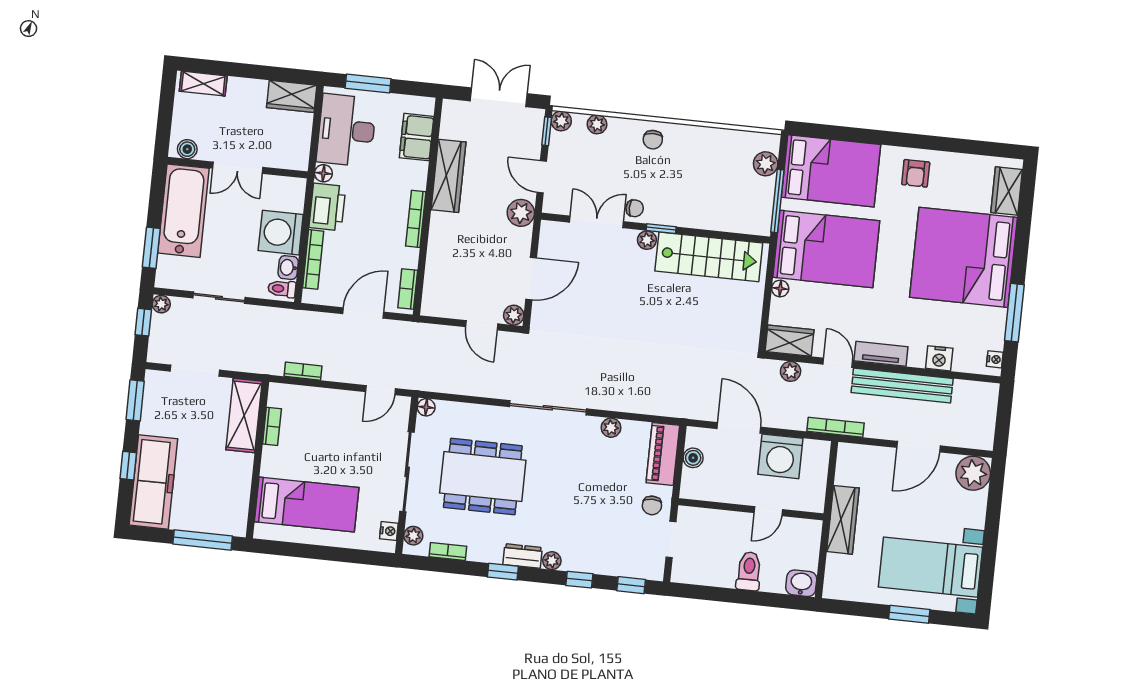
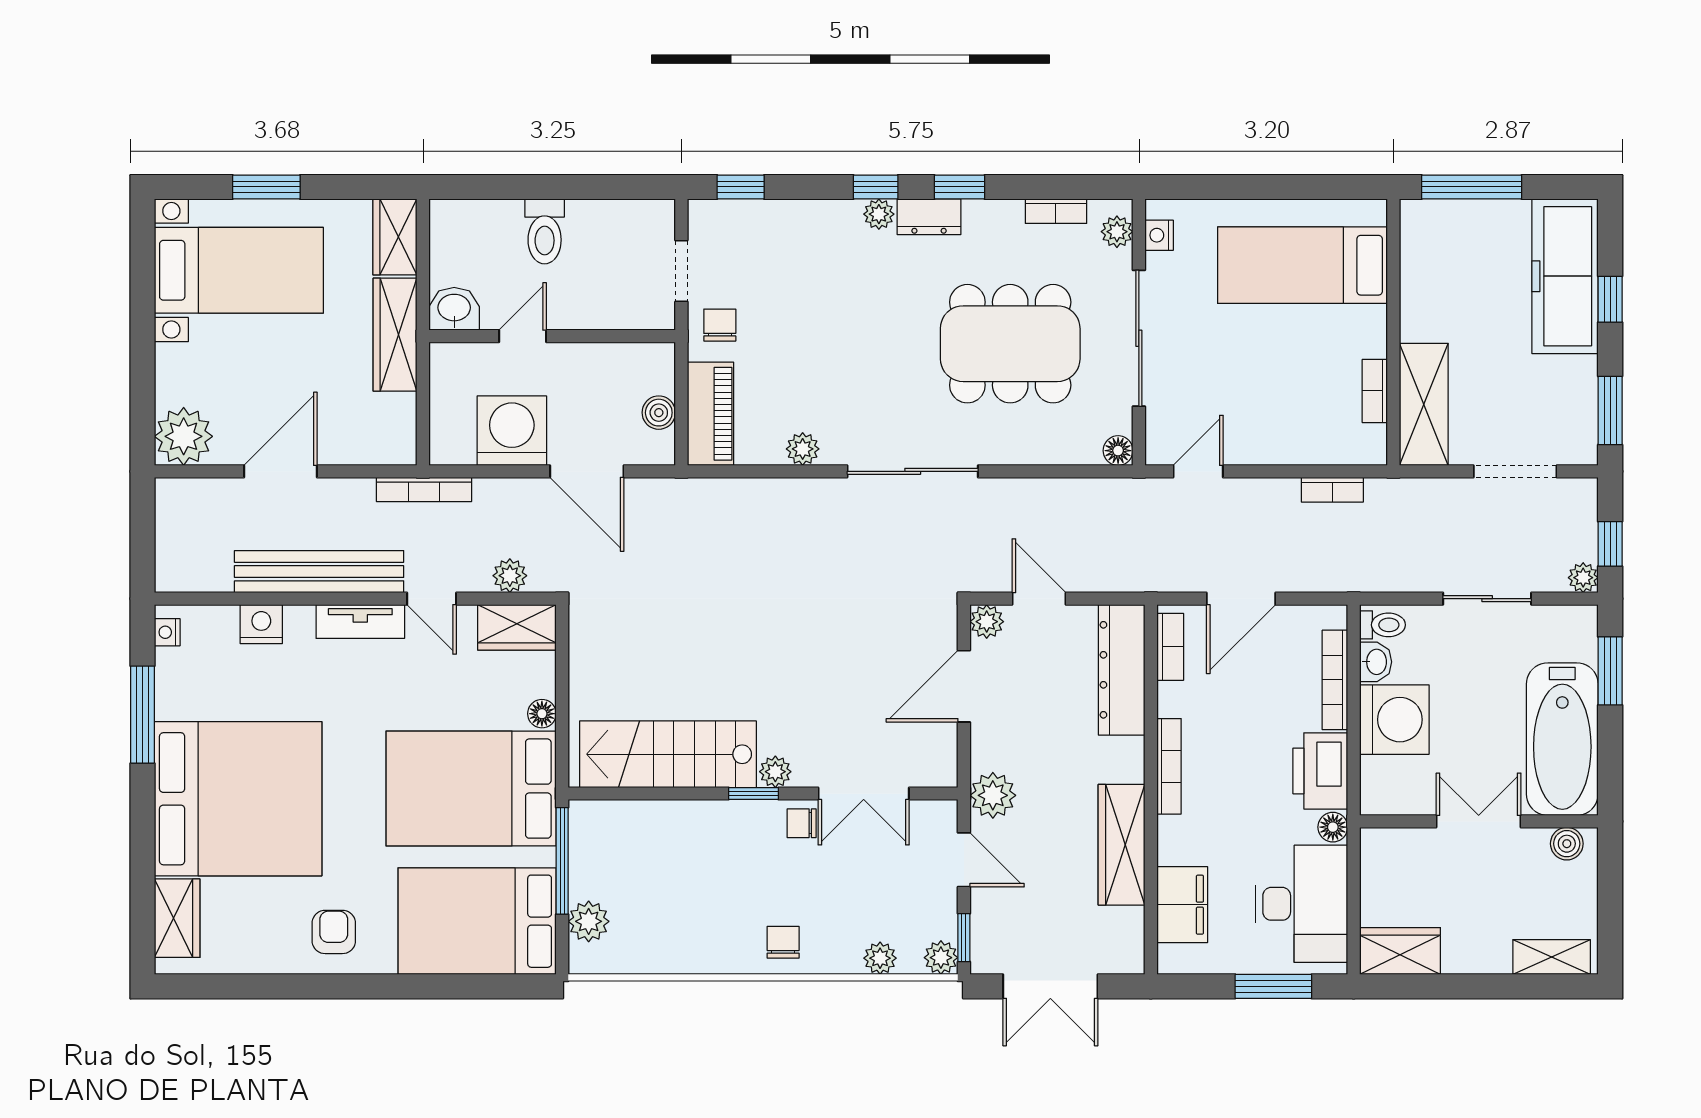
dresser: (438, 278) -> (1122, 670), added
wardrobe: (837, 577) -> (395, 237), added
window: (579, 580) -> (876, 187), moved
washbasin: (801, 583) -> (454, 309), moved, turned 180

